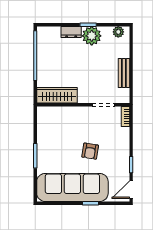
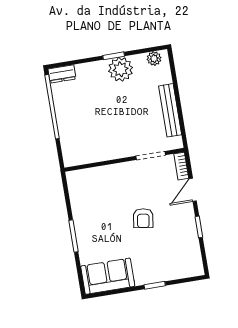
dresser: (71, 32) -> (62, 74), moved
bench: (124, 73) -> (170, 110), width x1.36
wardrobe: (57, 95) -> (89, 153), removed
sofa: (72, 187) -> (108, 276), width x0.54, depth x0.79
door: (131, 190) -> (193, 190), moved

